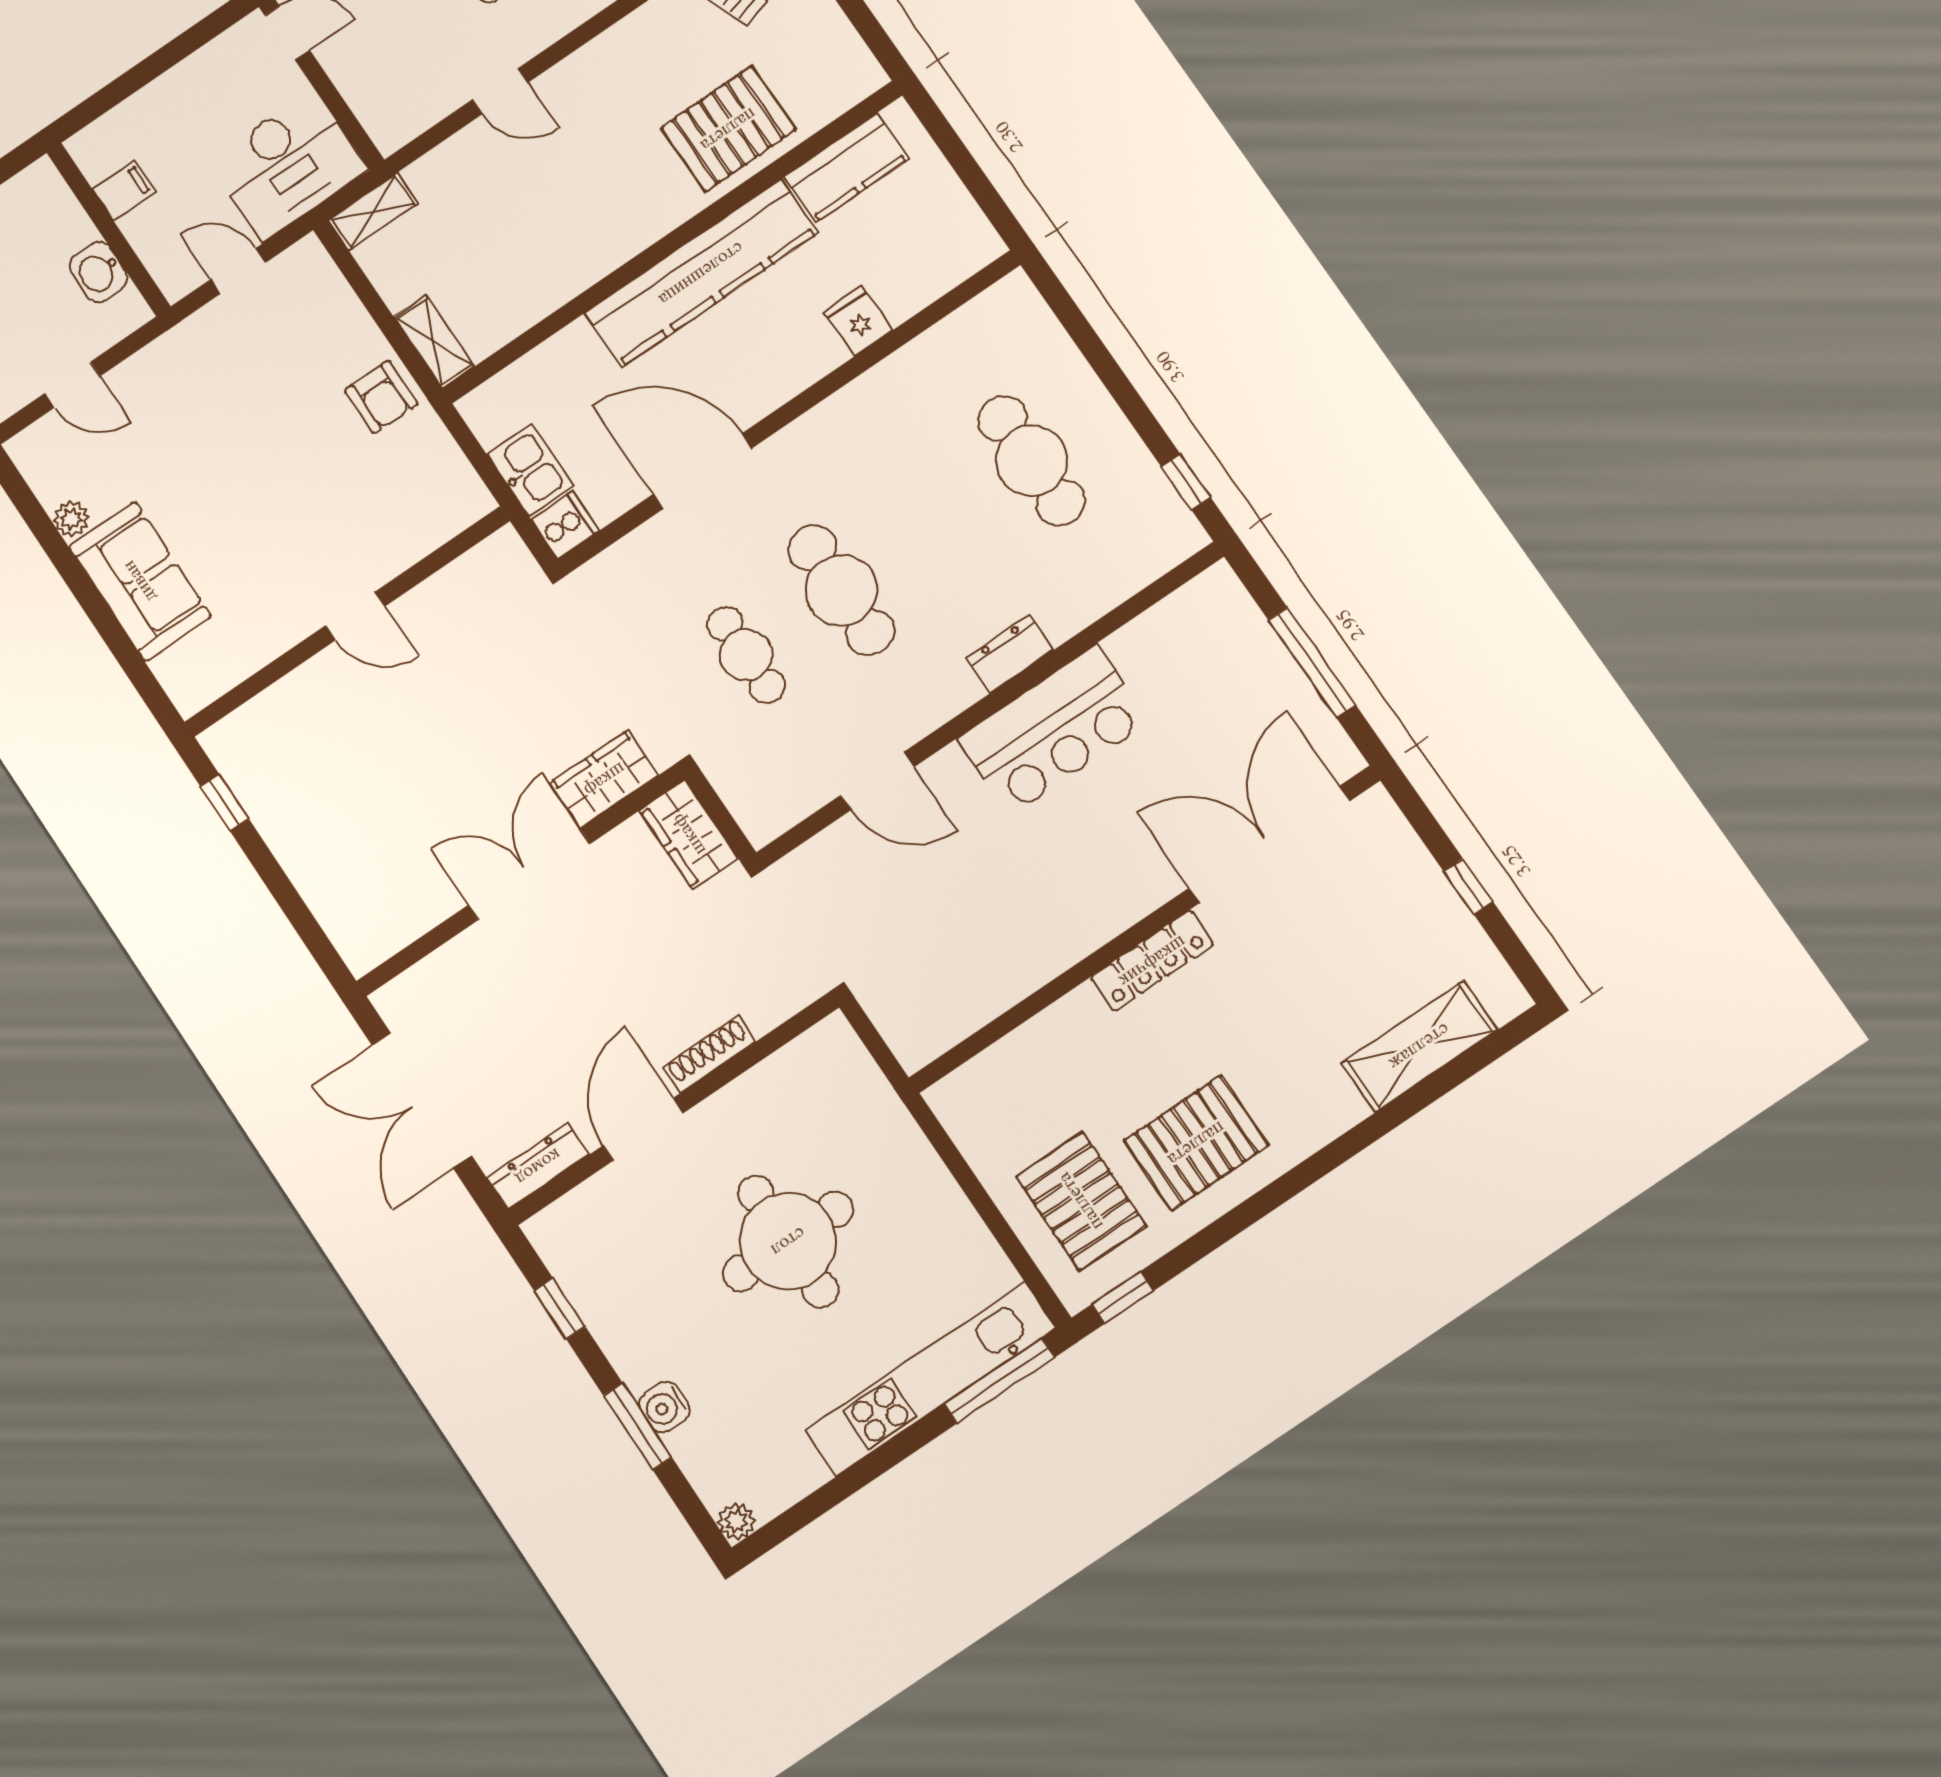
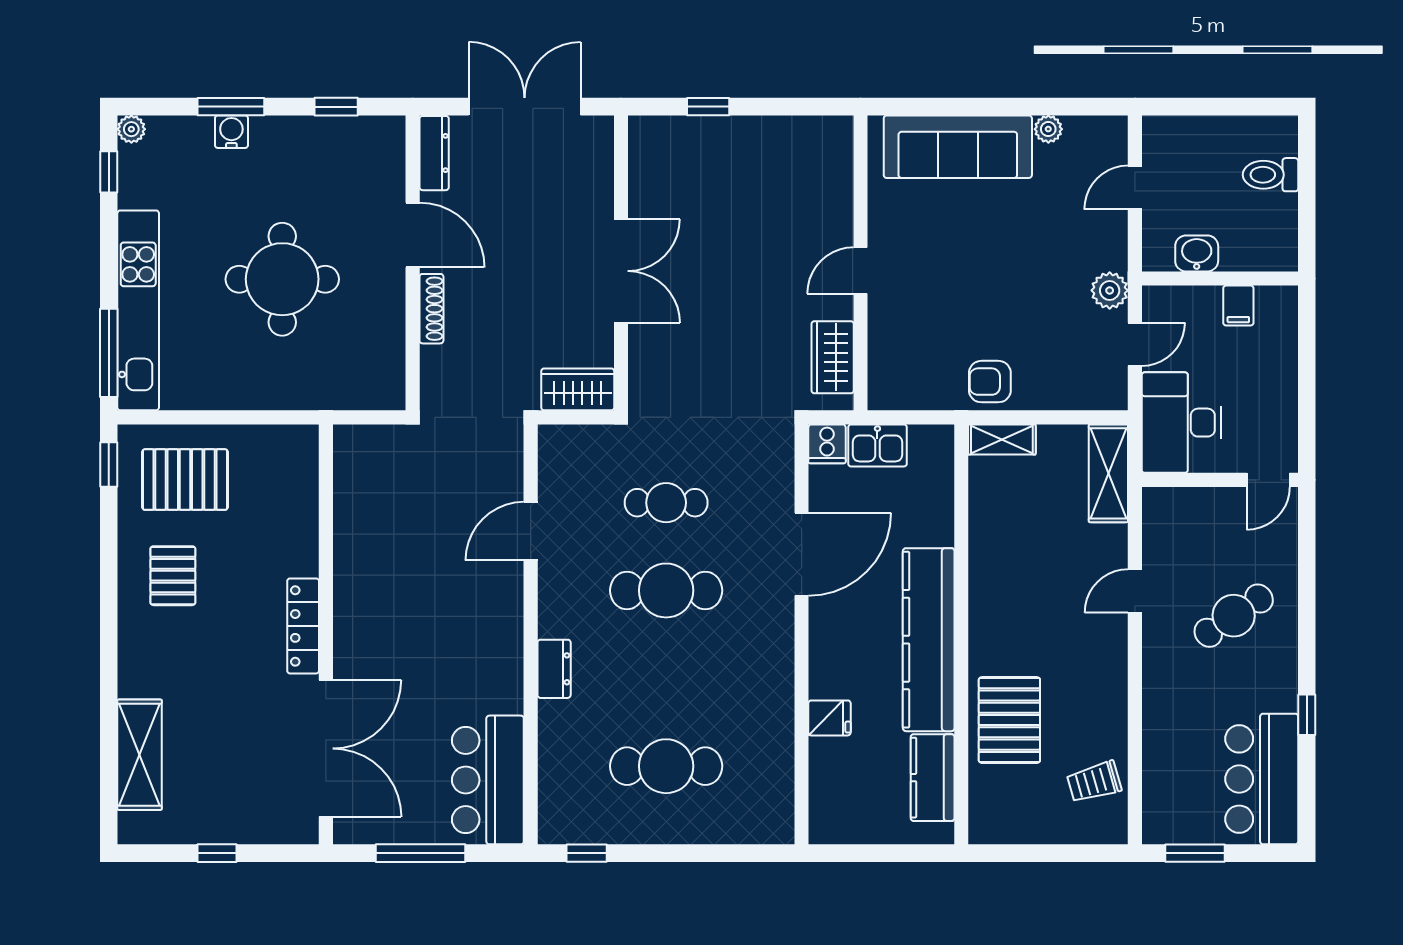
shelving: (373, 212) -> (1108, 473), width x1.50, depth x1.33
plant: (199, 337) -> (1110, 290), added
sofa: (140, 581) -> (958, 147), width x1.36
bar counter: (1053, 730) -> (488, 780), moved
wardrobe: (604, 779) -> (833, 357), moved, turned 180
window: (225, 803) -> (708, 107), moved
pallet: (1196, 1143) -> (173, 576), width x0.67, depth x0.71
window: (800, 1515) -> (109, 172), added

